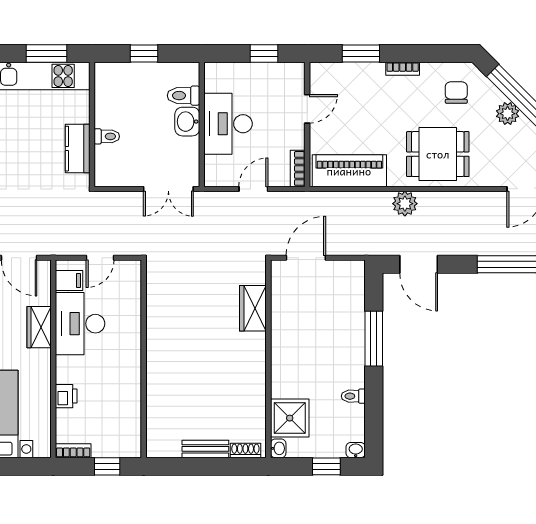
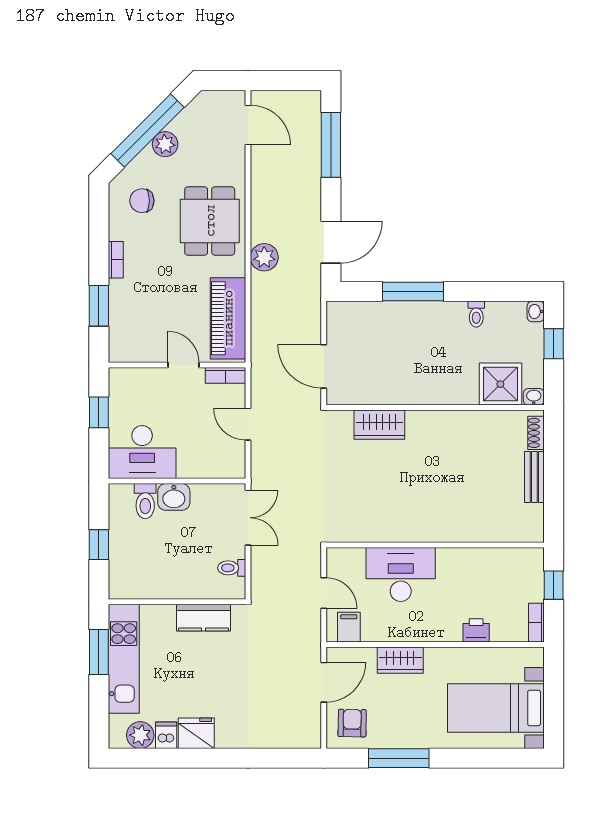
door: (307, 109) -> (183, 365), moved
desk: (228, 124) -> (142, 452), moved
toilet: (107, 136) -> (232, 568), moved, turned -90
desk: (80, 324) -> (401, 574), moved, turned 180

